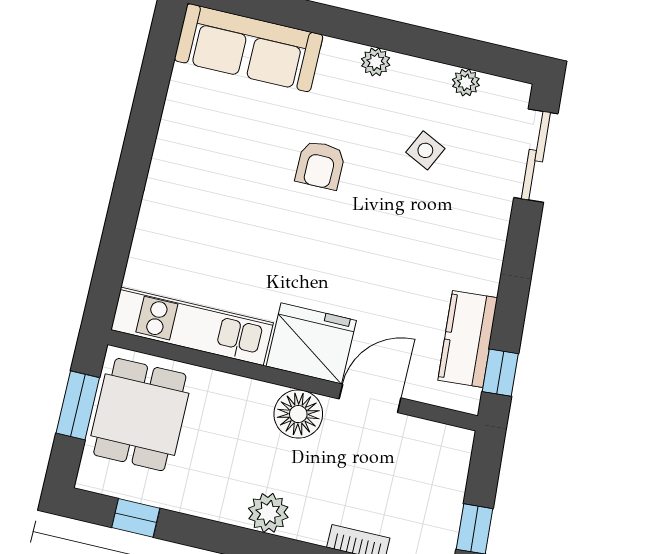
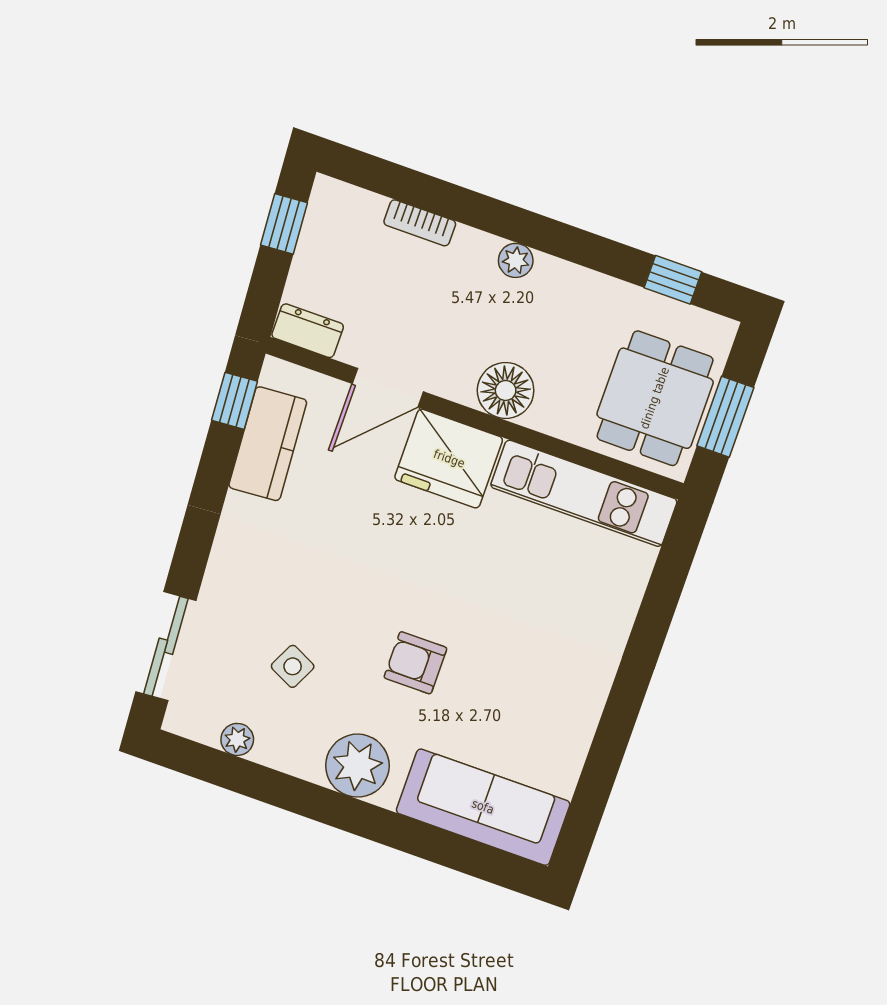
plant: (376, 62) -> (357, 766), width x1.88, depth x1.88
armchair: (320, 165) -> (415, 663), turned -90
floor lamp: (298, 414) -> (506, 390), moved
dresser: (444, 440) -> (308, 331), added
plant: (268, 513) -> (516, 260), width x0.73, depth x0.73

